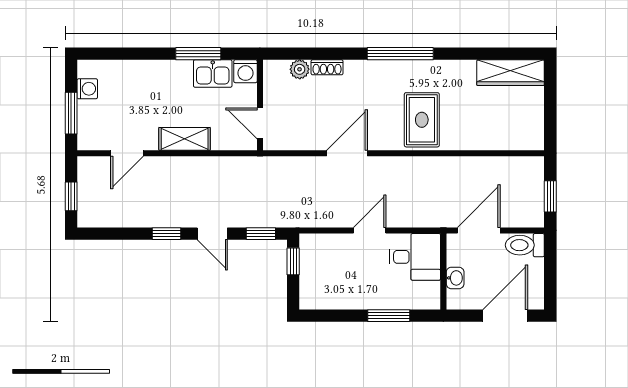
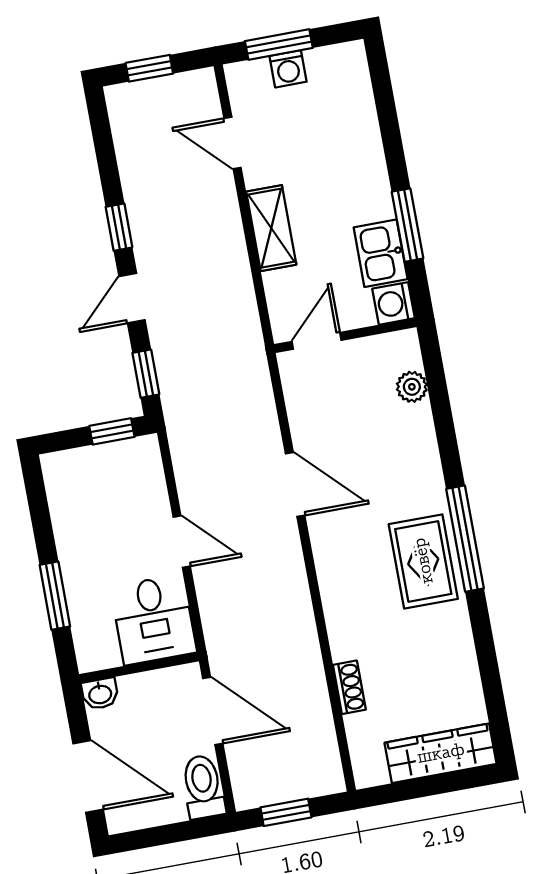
shoe rack: (327, 67) -> (349, 687), moved, turned 180
wardrobe: (510, 73) -> (441, 753), moved, turned 90
washing machine: (87, 89) -> (288, 69), moved
rug: (422, 120) -> (423, 561), moved, turned 90
washbasin: (455, 278) -> (100, 694), moved

